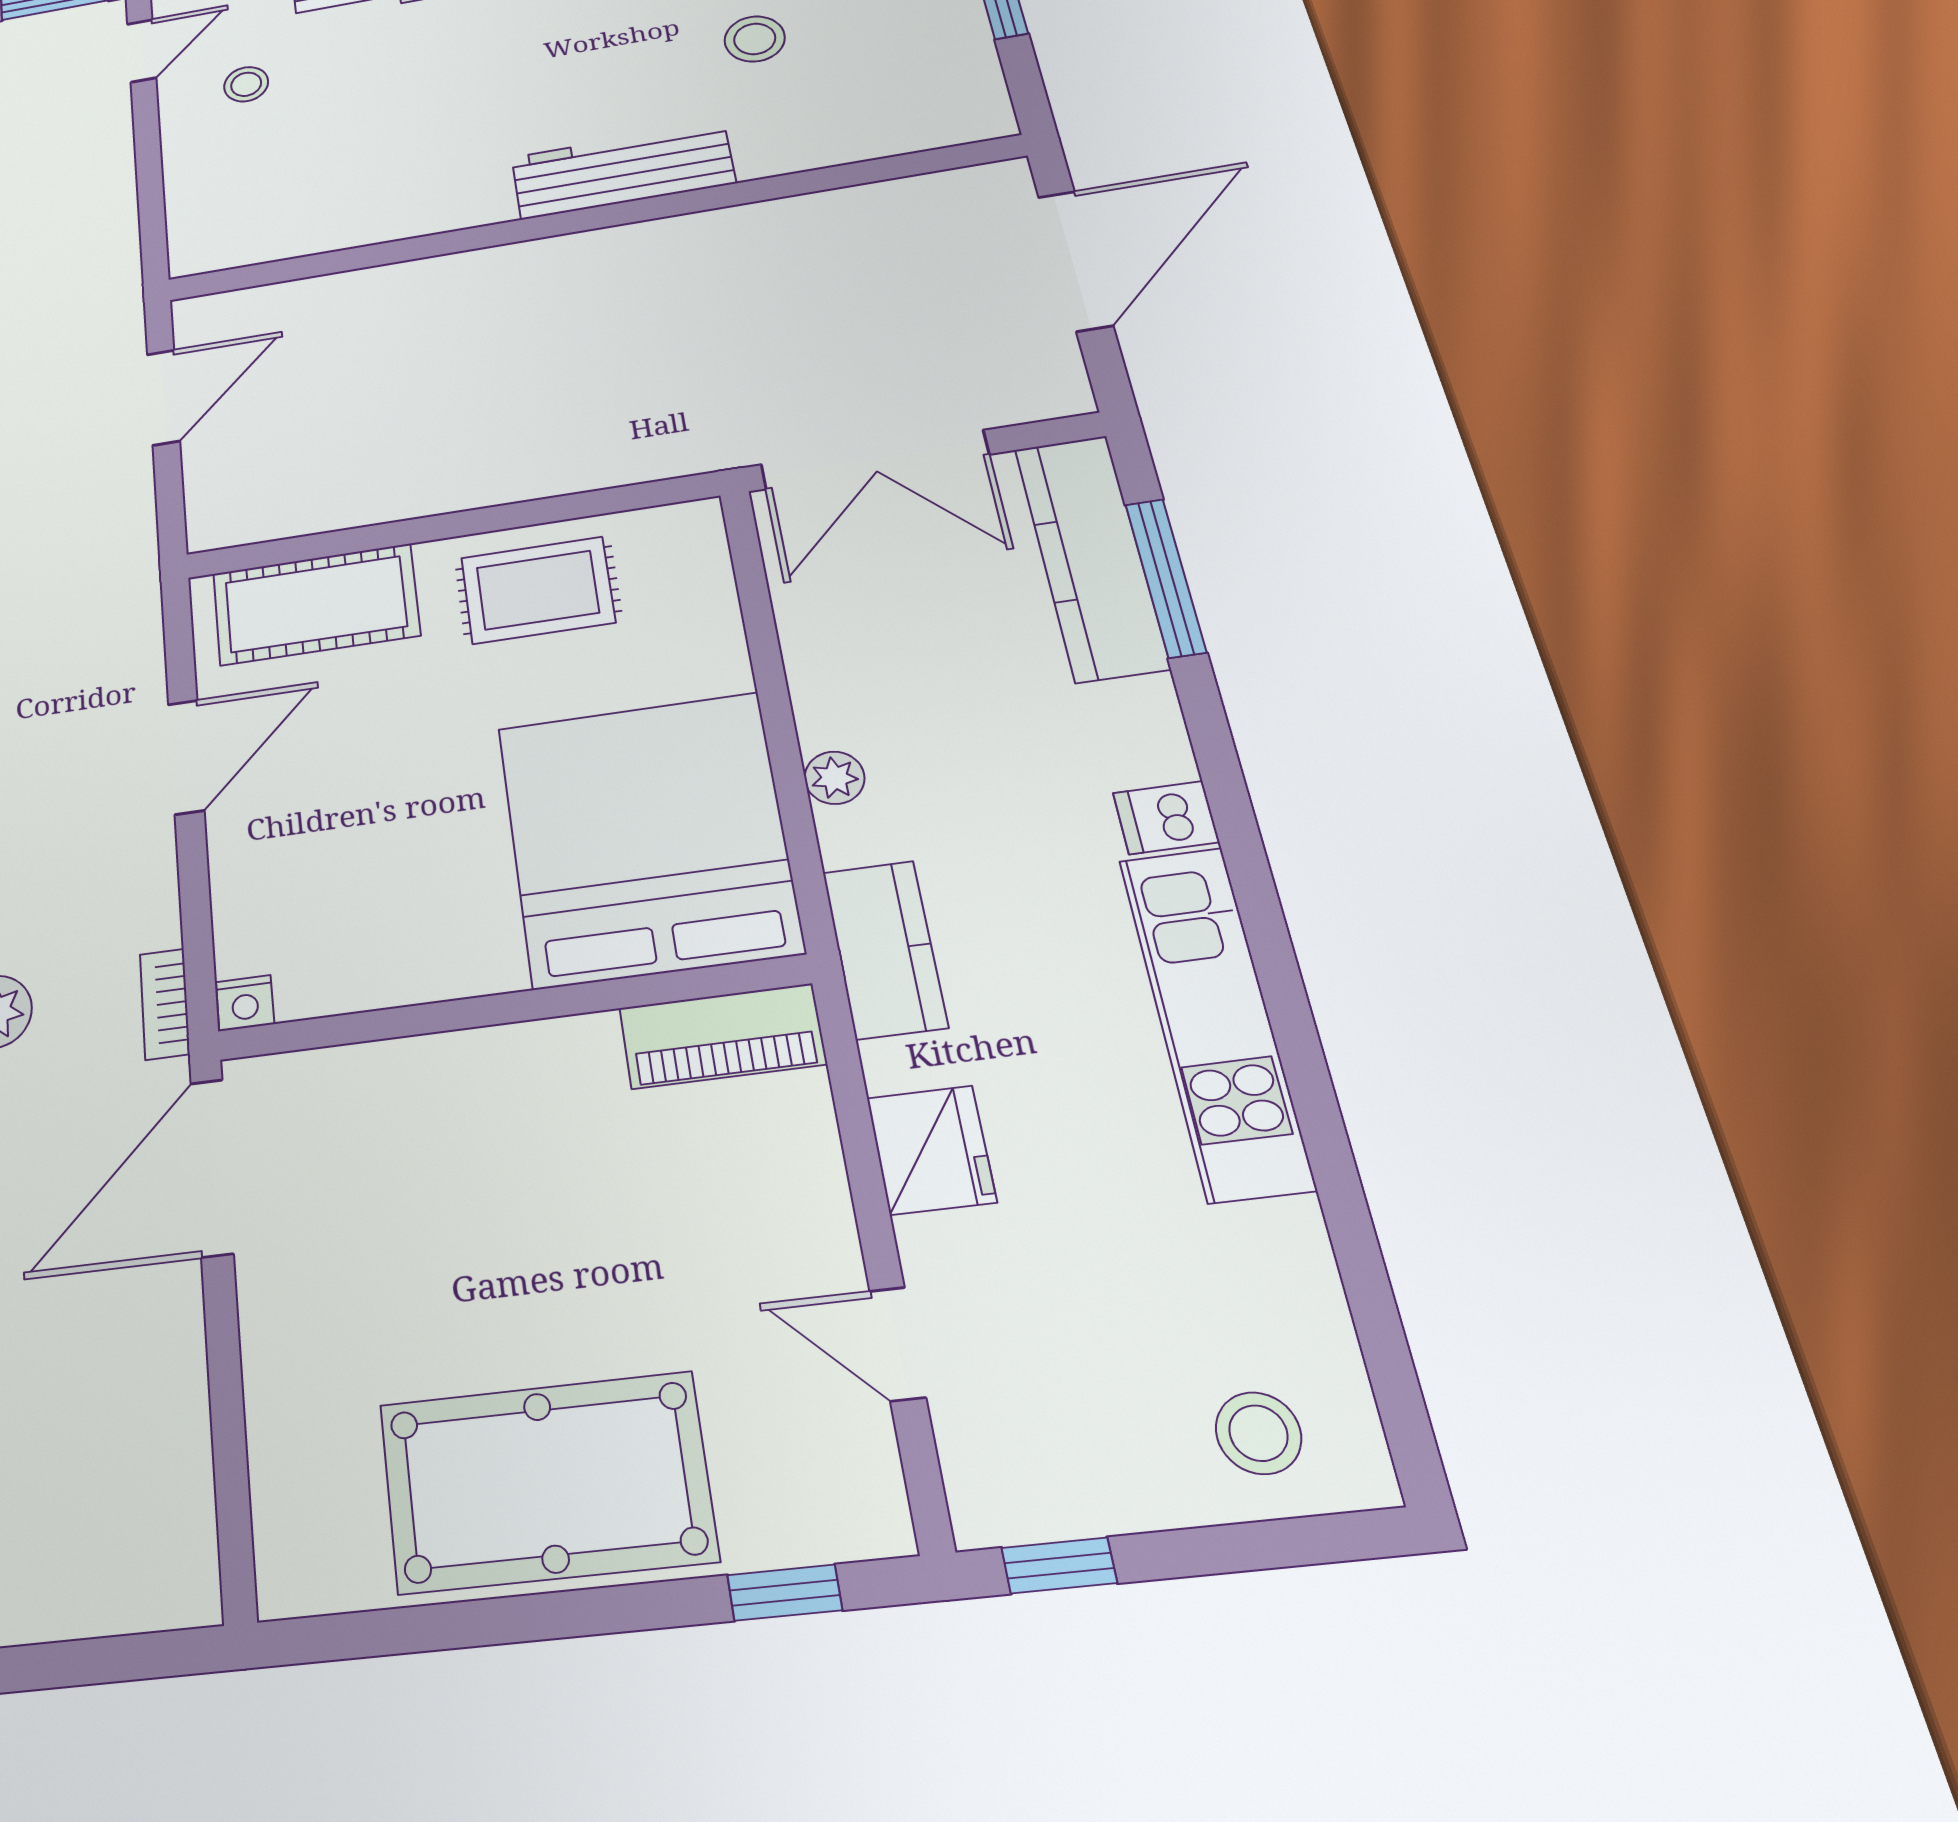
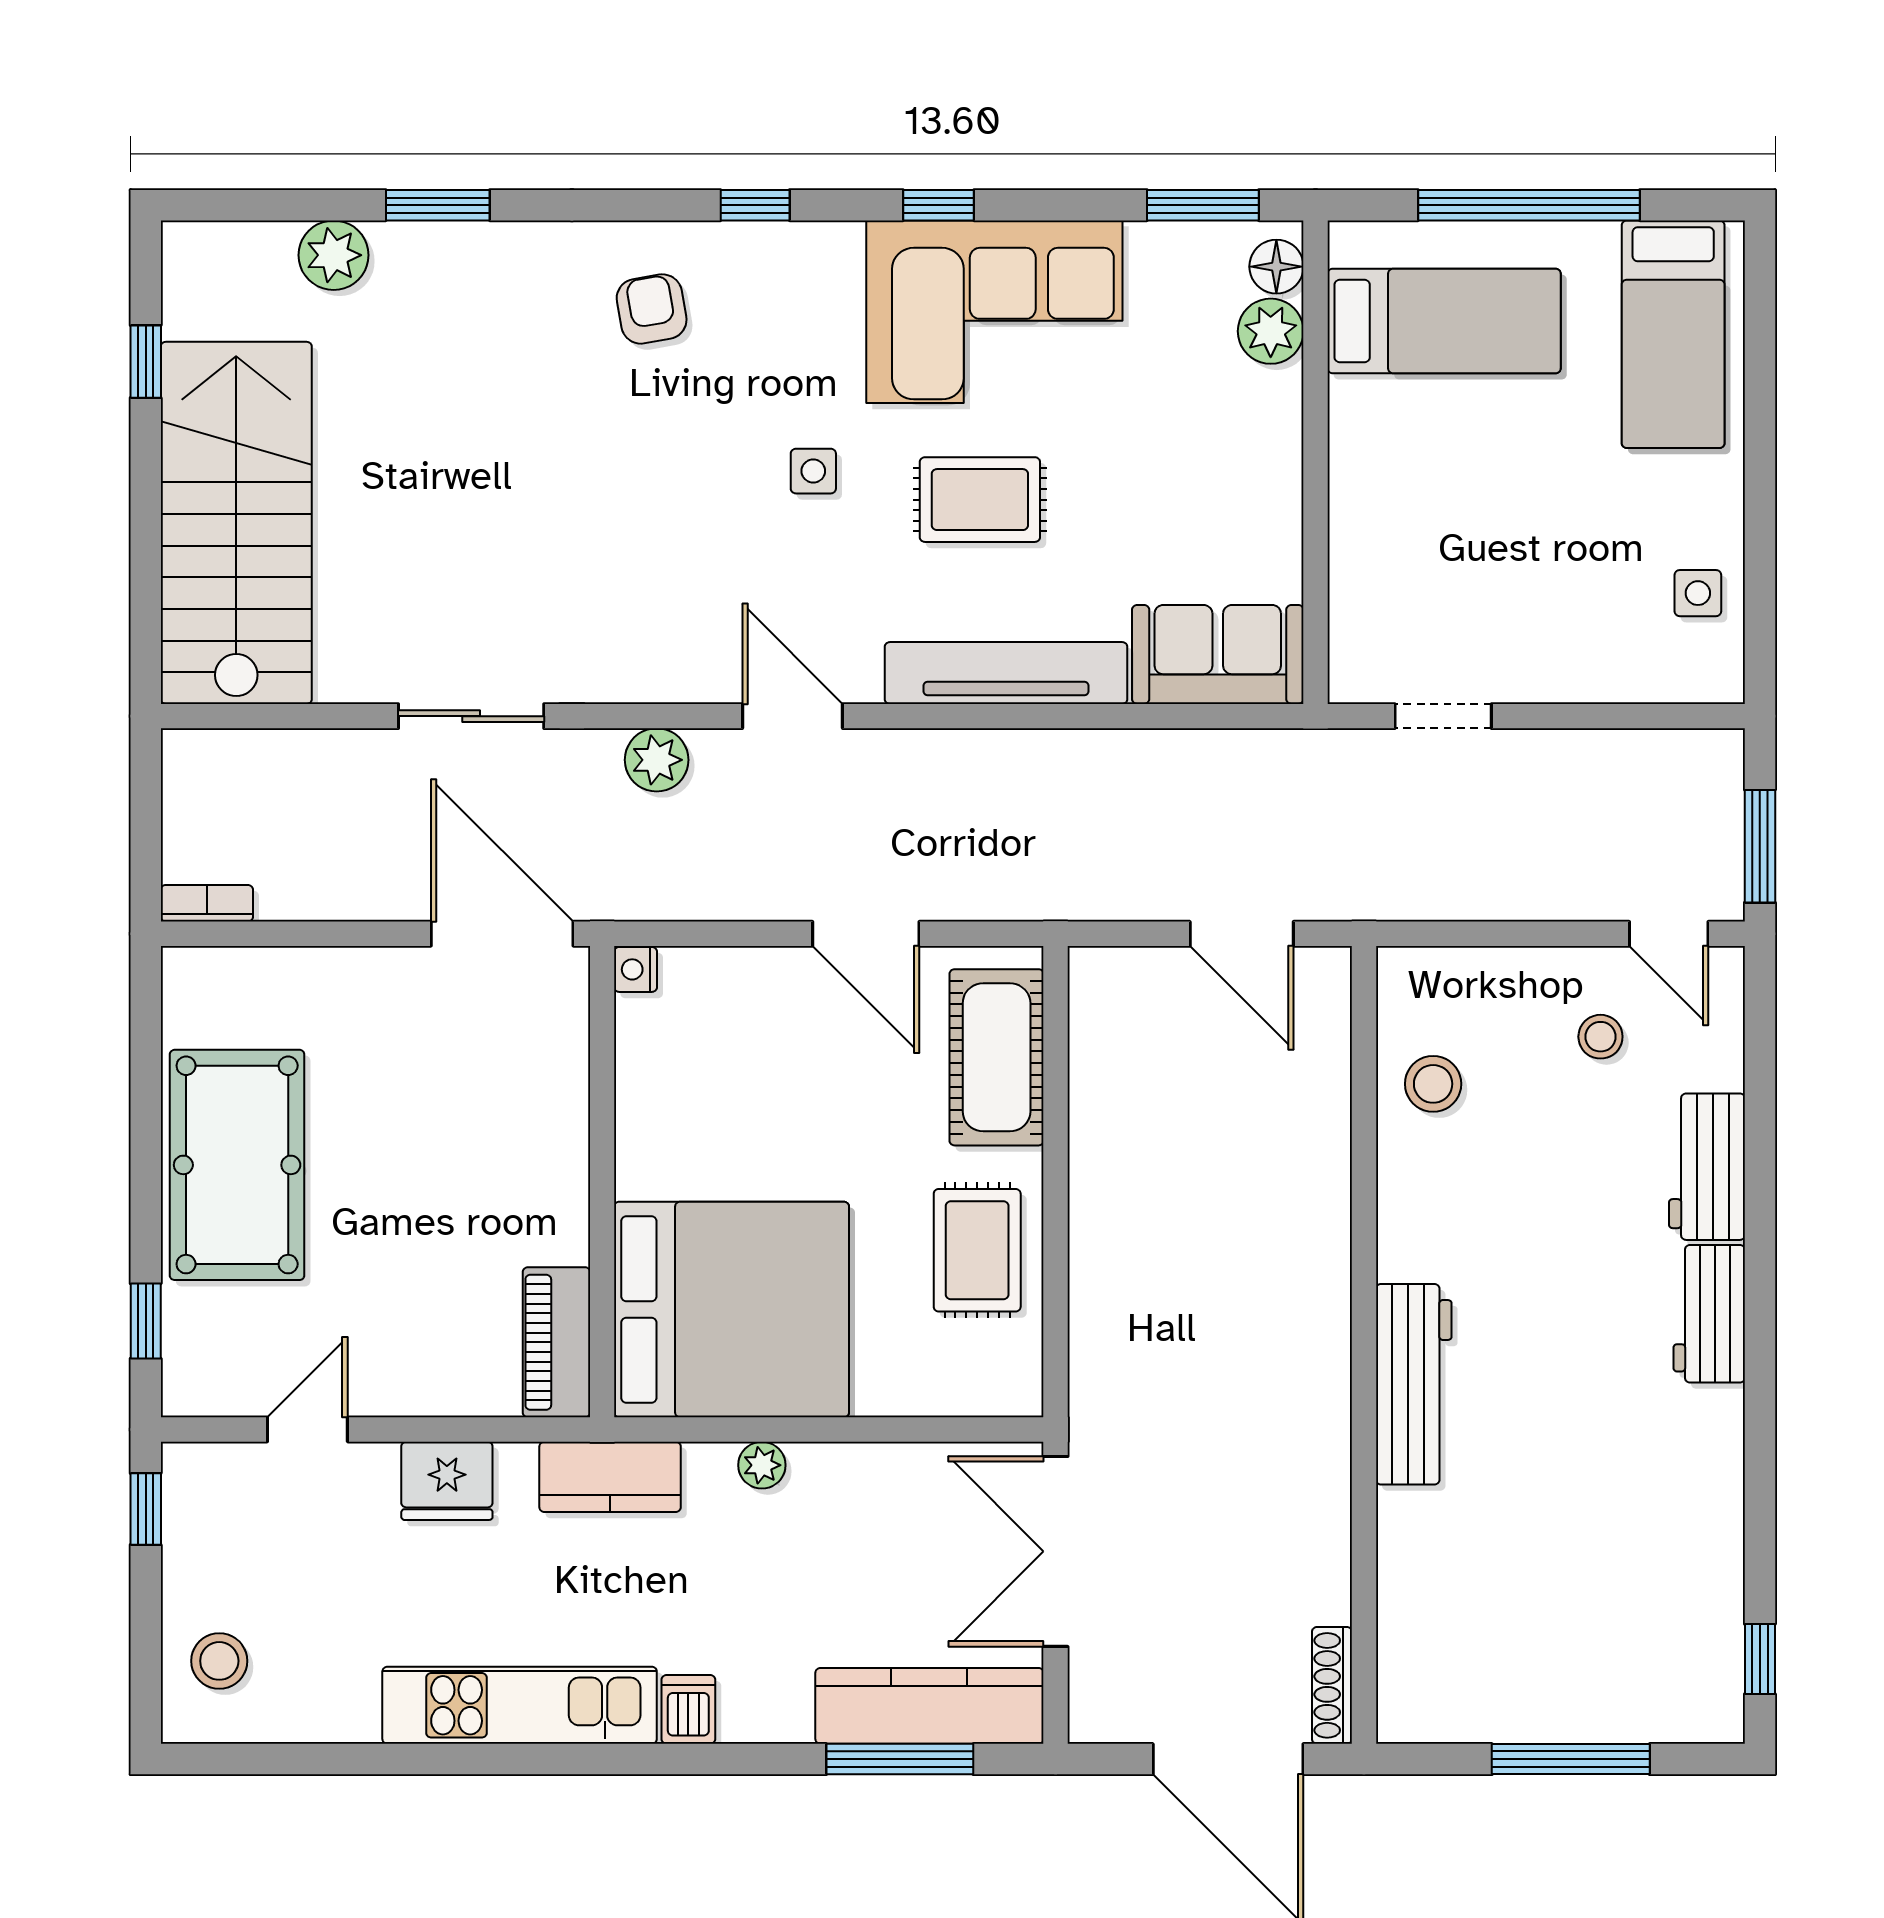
stool: (755, 39) -> (1433, 1084), moved
shoe rack: (967, 183) -> (1332, 1685), added
bookcase: (165, 1004) -> (207, 903), moved

